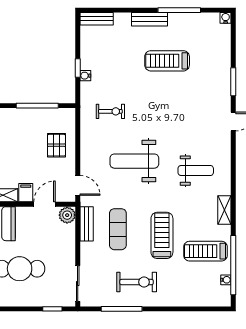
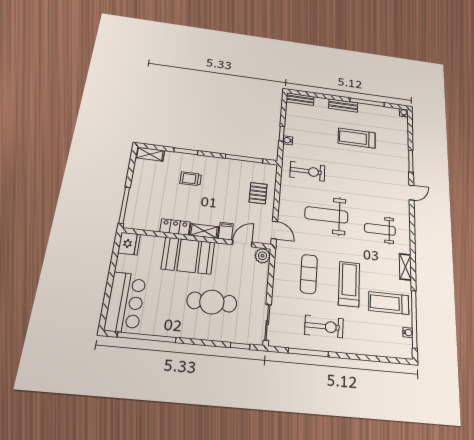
exercise bike: (110, 111) -> (307, 171), width x1.38, depth x1.39
weight bench: (196, 171) -> (380, 229), turned 180
bench: (87, 224) -> (280, 266), removed

